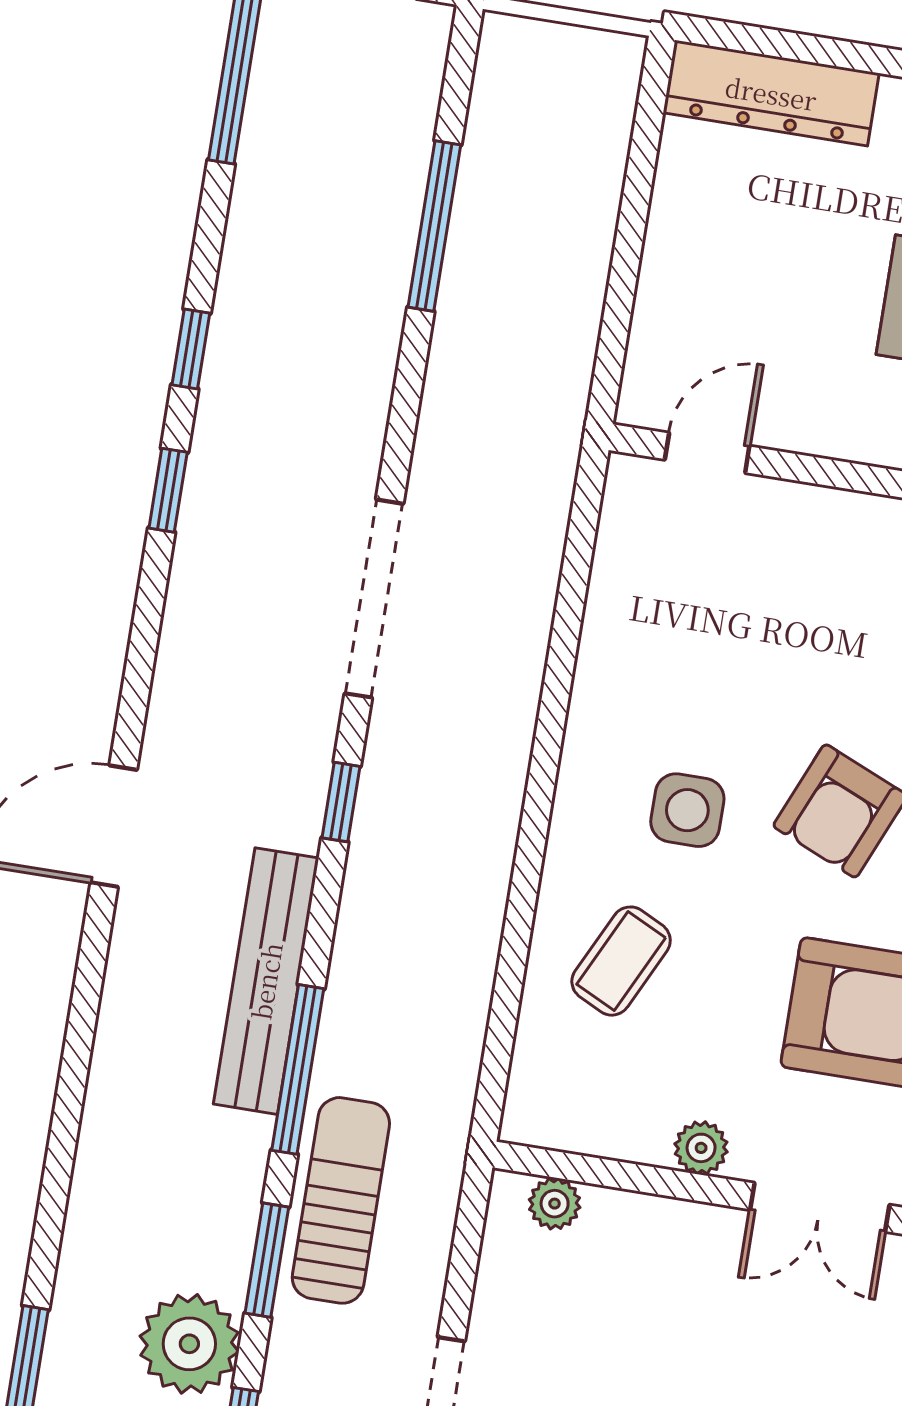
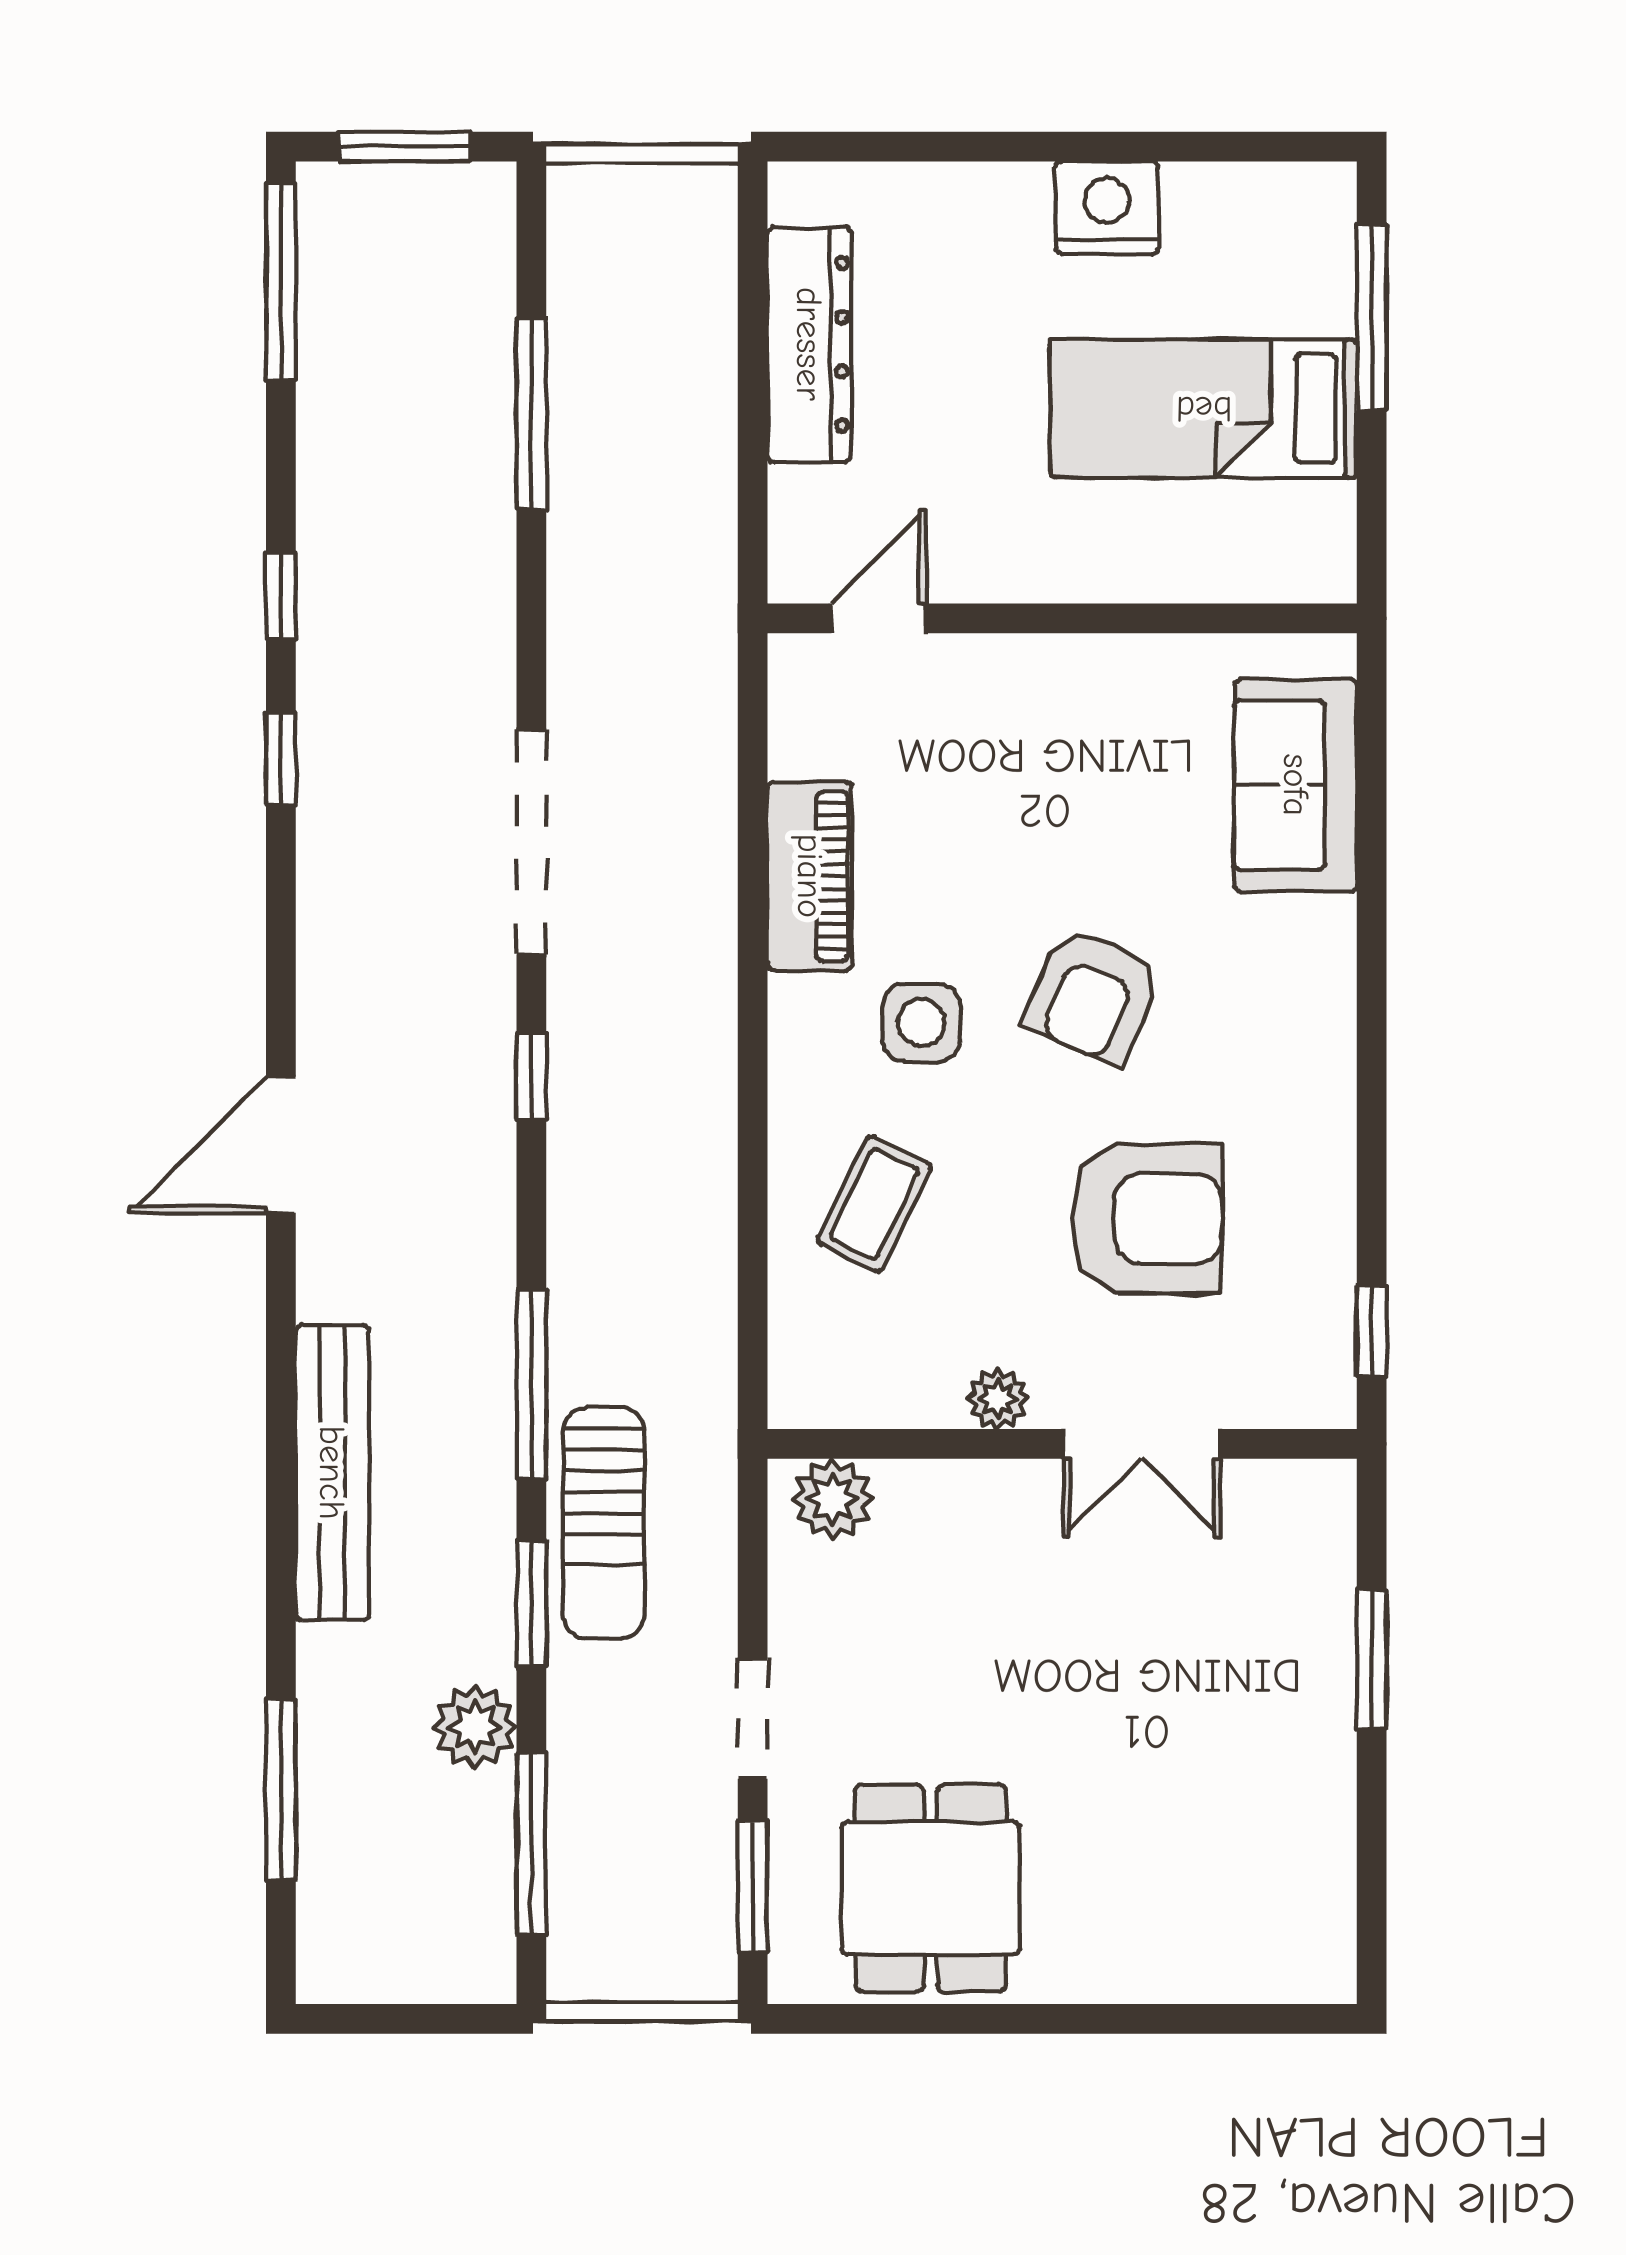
dresser: (771, 93) -> (809, 344), moved, turned -90
piano: (611, 667) -> (810, 876), added
bench: (266, 981) -> (332, 1473), moved
sun lounger: (341, 1200) -> (604, 1523), turned 180
plant: (555, 1204) -> (833, 1499), width x1.38, depth x1.38
plant: (189, 1344) -> (475, 1727), width x0.73, depth x0.73

